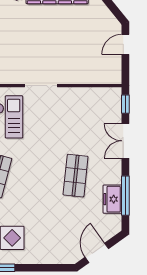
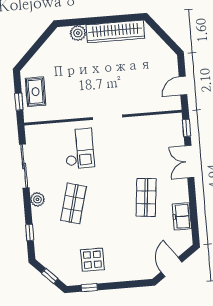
door: (125, 44) -> (183, 86), moved
window: (125, 196) -> (193, 212), removed

